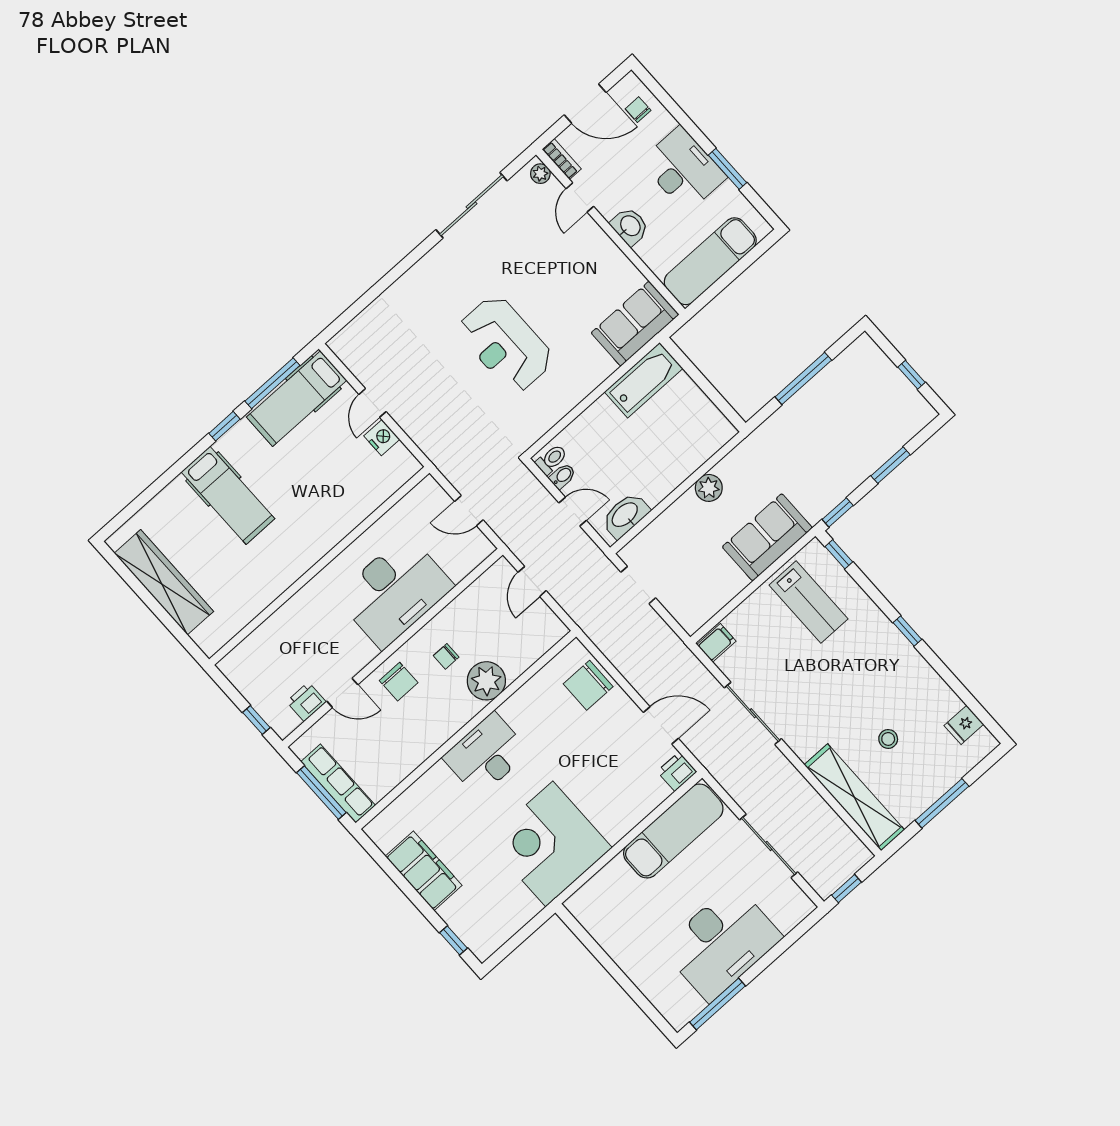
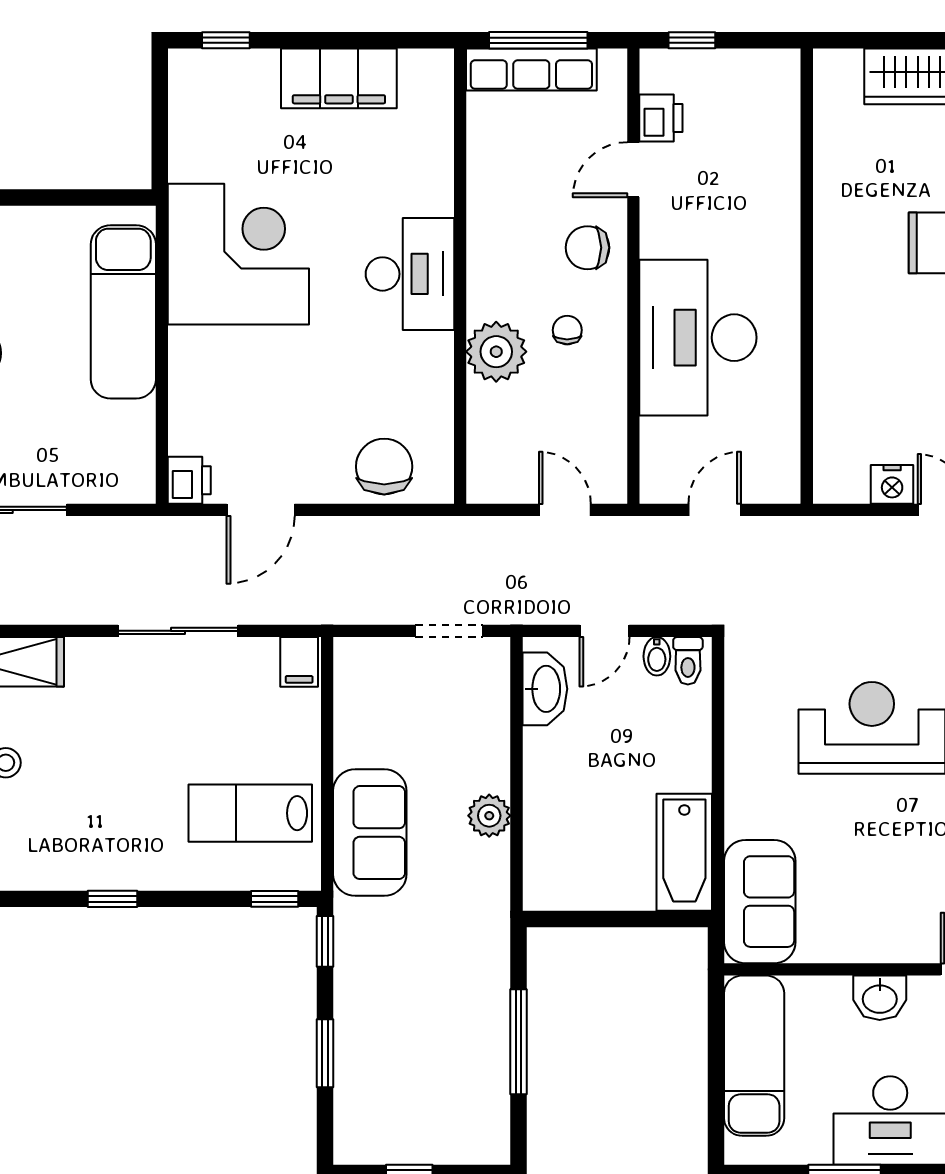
exam couch: (673, 831) -> (123, 312), moved

